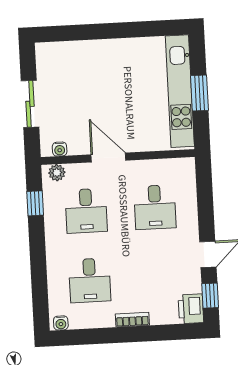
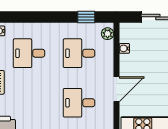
water cooler: (60, 149) -> (124, 48), moved
door: (108, 158) -> (116, 89), moved

